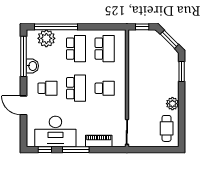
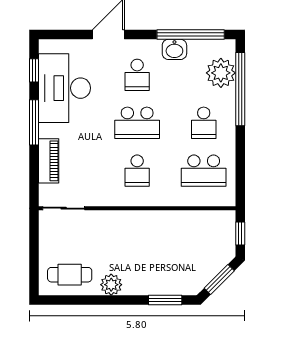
school desk: (76, 49) -> (204, 123), width x0.54

